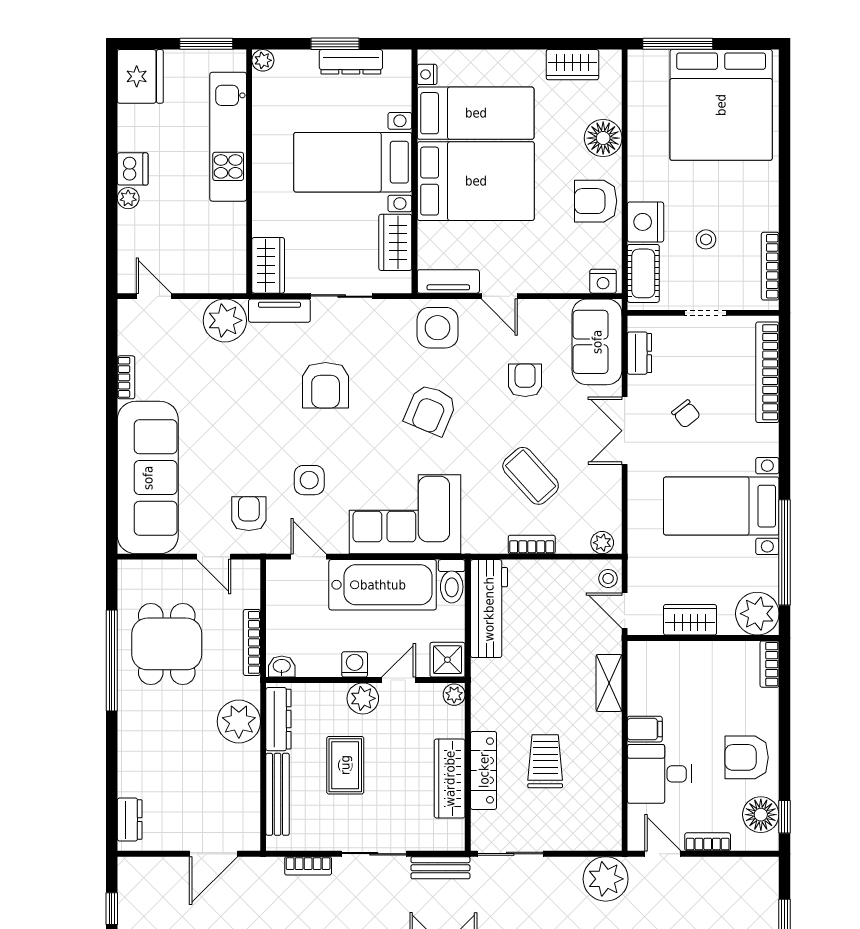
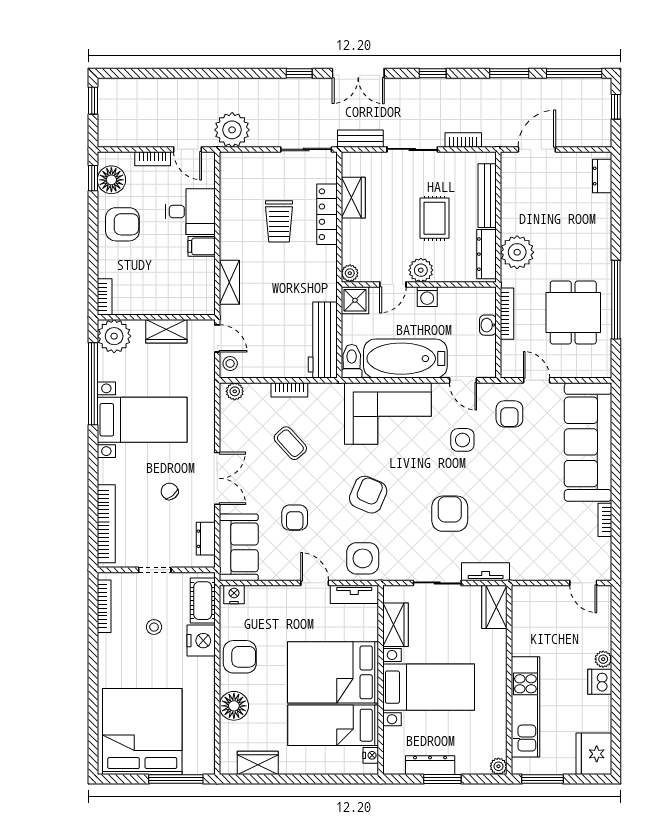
plant: (225, 320) -> (528, 564), removed
coffee table: (531, 476) -> (290, 443), width x0.73, depth x0.77
washbasin: (282, 667) -> (488, 325), moved, turned 90
wardrobe: (450, 779) -> (353, 198), width x0.67

